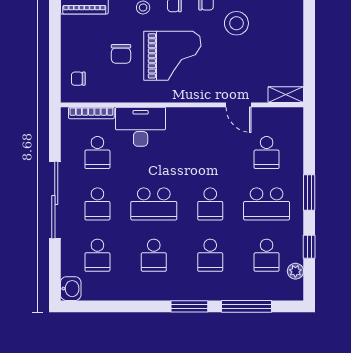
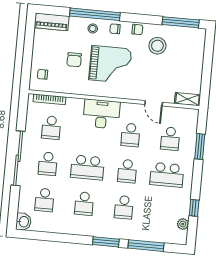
desk: (141, 127) -> (101, 114), moved
window: (309, 193) -> (200, 147), moved
school desk: (267, 255) -> (131, 135), moved

